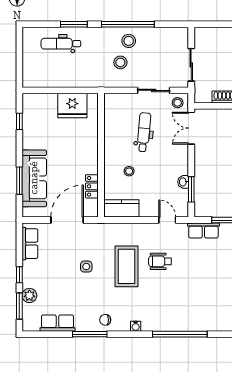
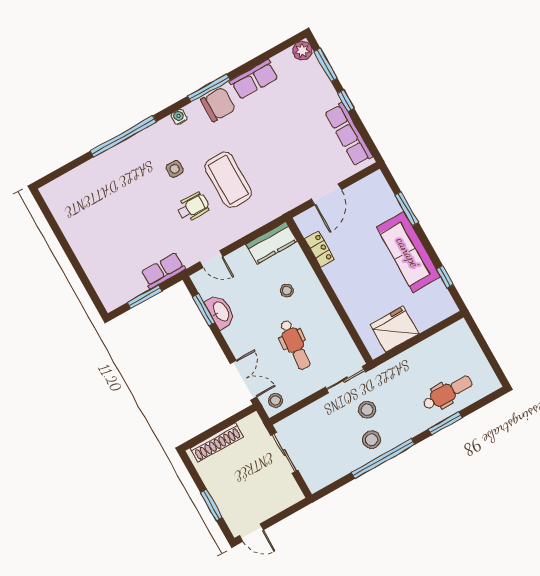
sliding door: (154, 90) -> (346, 380), moved
sofa: (34, 178) -> (408, 252), moved
washbasin: (183, 182) -> (221, 312), width x1.91, depth x1.45
door: (67, 220) -> (326, 194), width x0.73
row of seats: (30, 244) -> (349, 134), width x1.48
side table: (86, 267) -> (175, 169), moved
plant: (29, 295) -> (302, 51), moved
chair: (105, 320) -> (218, 104), width x1.87, depth x1.87
row of seats: (57, 323) -> (254, 79), moved
window: (90, 334) -> (209, 88), moved

